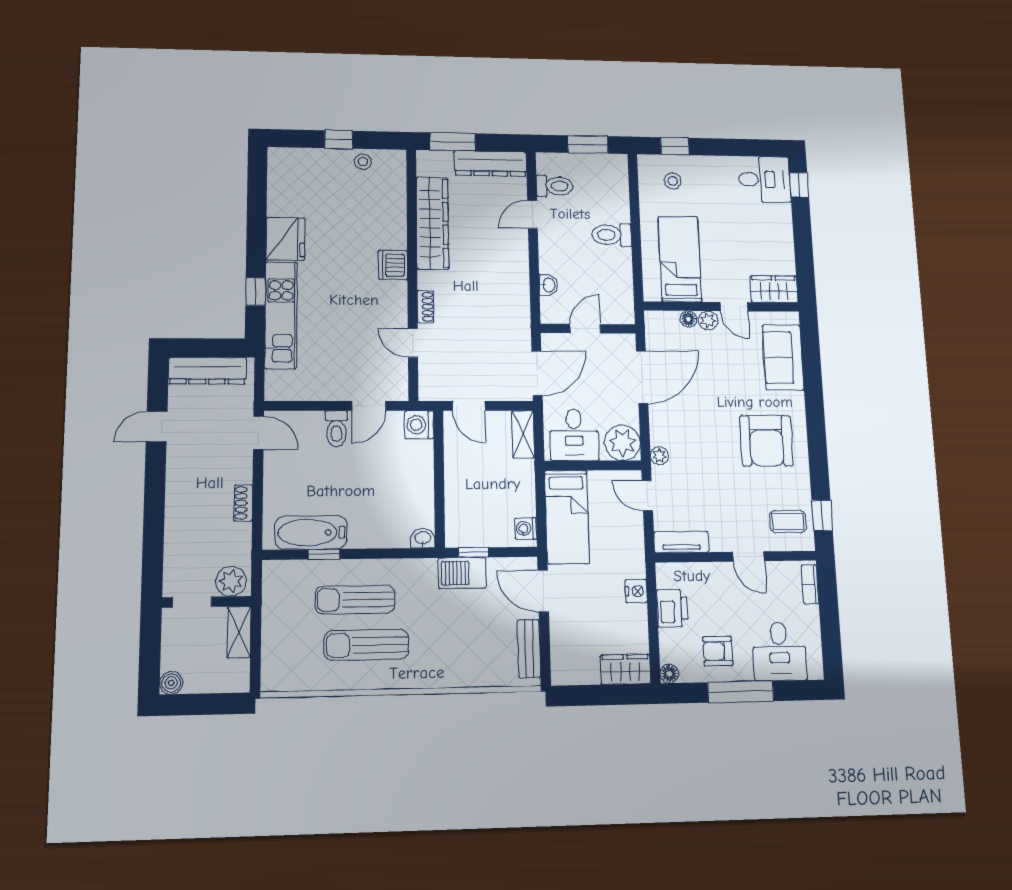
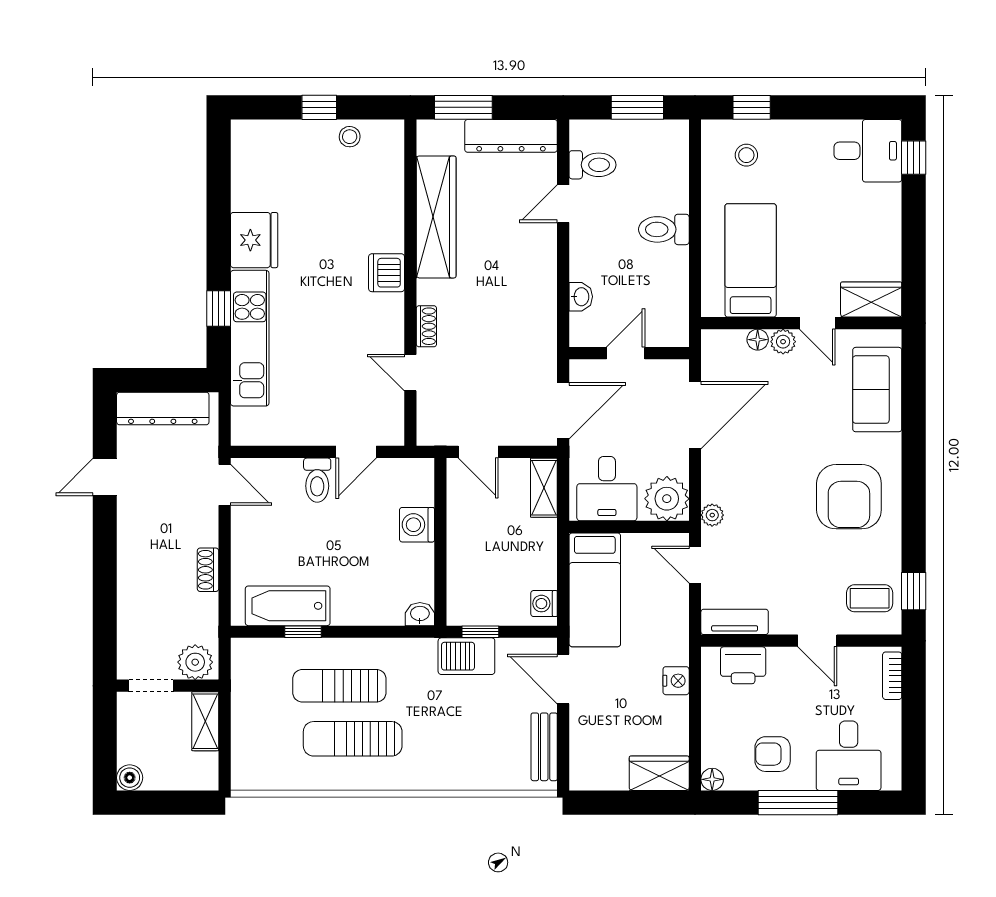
washing machine: (419, 425) -> (417, 525), moved
printer: (672, 608) -> (743, 665), moved, turned 90

